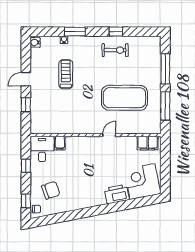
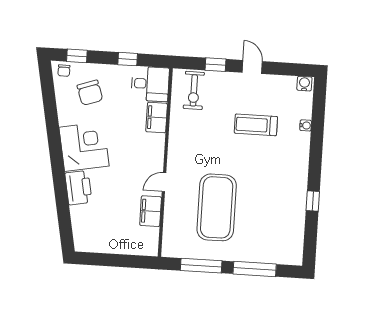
window: (75, 32) -> (316, 142), removed
exercise bike: (115, 50) -> (194, 90), moved
treadmill: (66, 74) -> (256, 125), turned 180
door: (109, 135) -> (164, 182), swing flipped
filing cabinet: (60, 143) -> (157, 118), width x2.00
filing cabinet: (148, 143) -> (151, 211), moved
corner desk: (143, 182) -> (84, 147), moved

